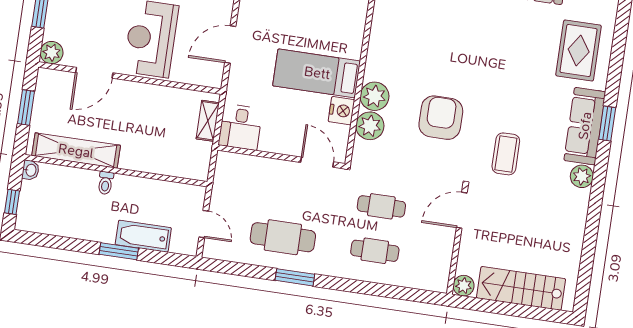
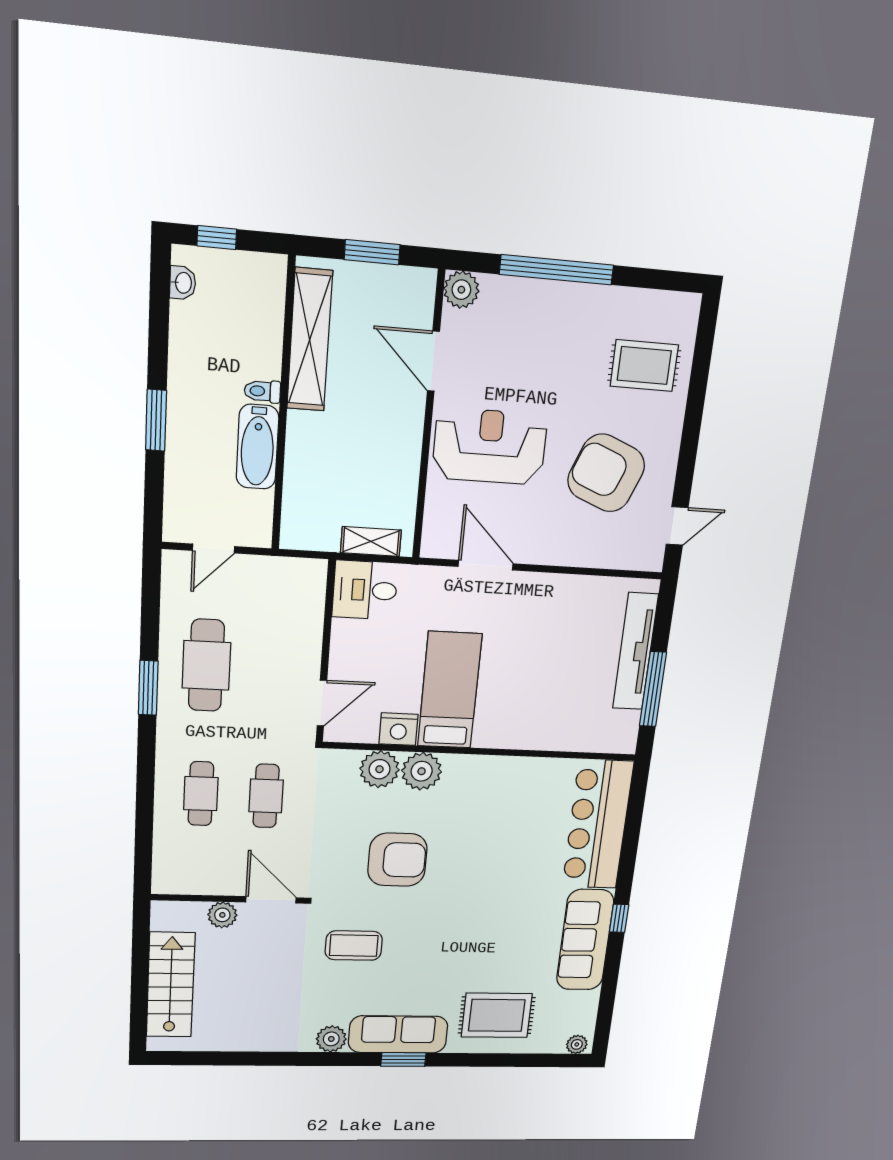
washbasin: (31, 170) -> (183, 283), moved, turned -90
bathtub: (143, 236) -> (257, 447), moved, turned 180
plant: (464, 286) -> (222, 915), moved

